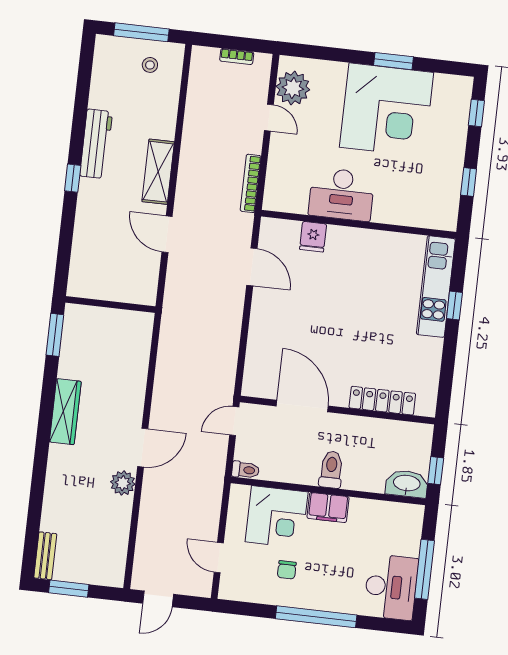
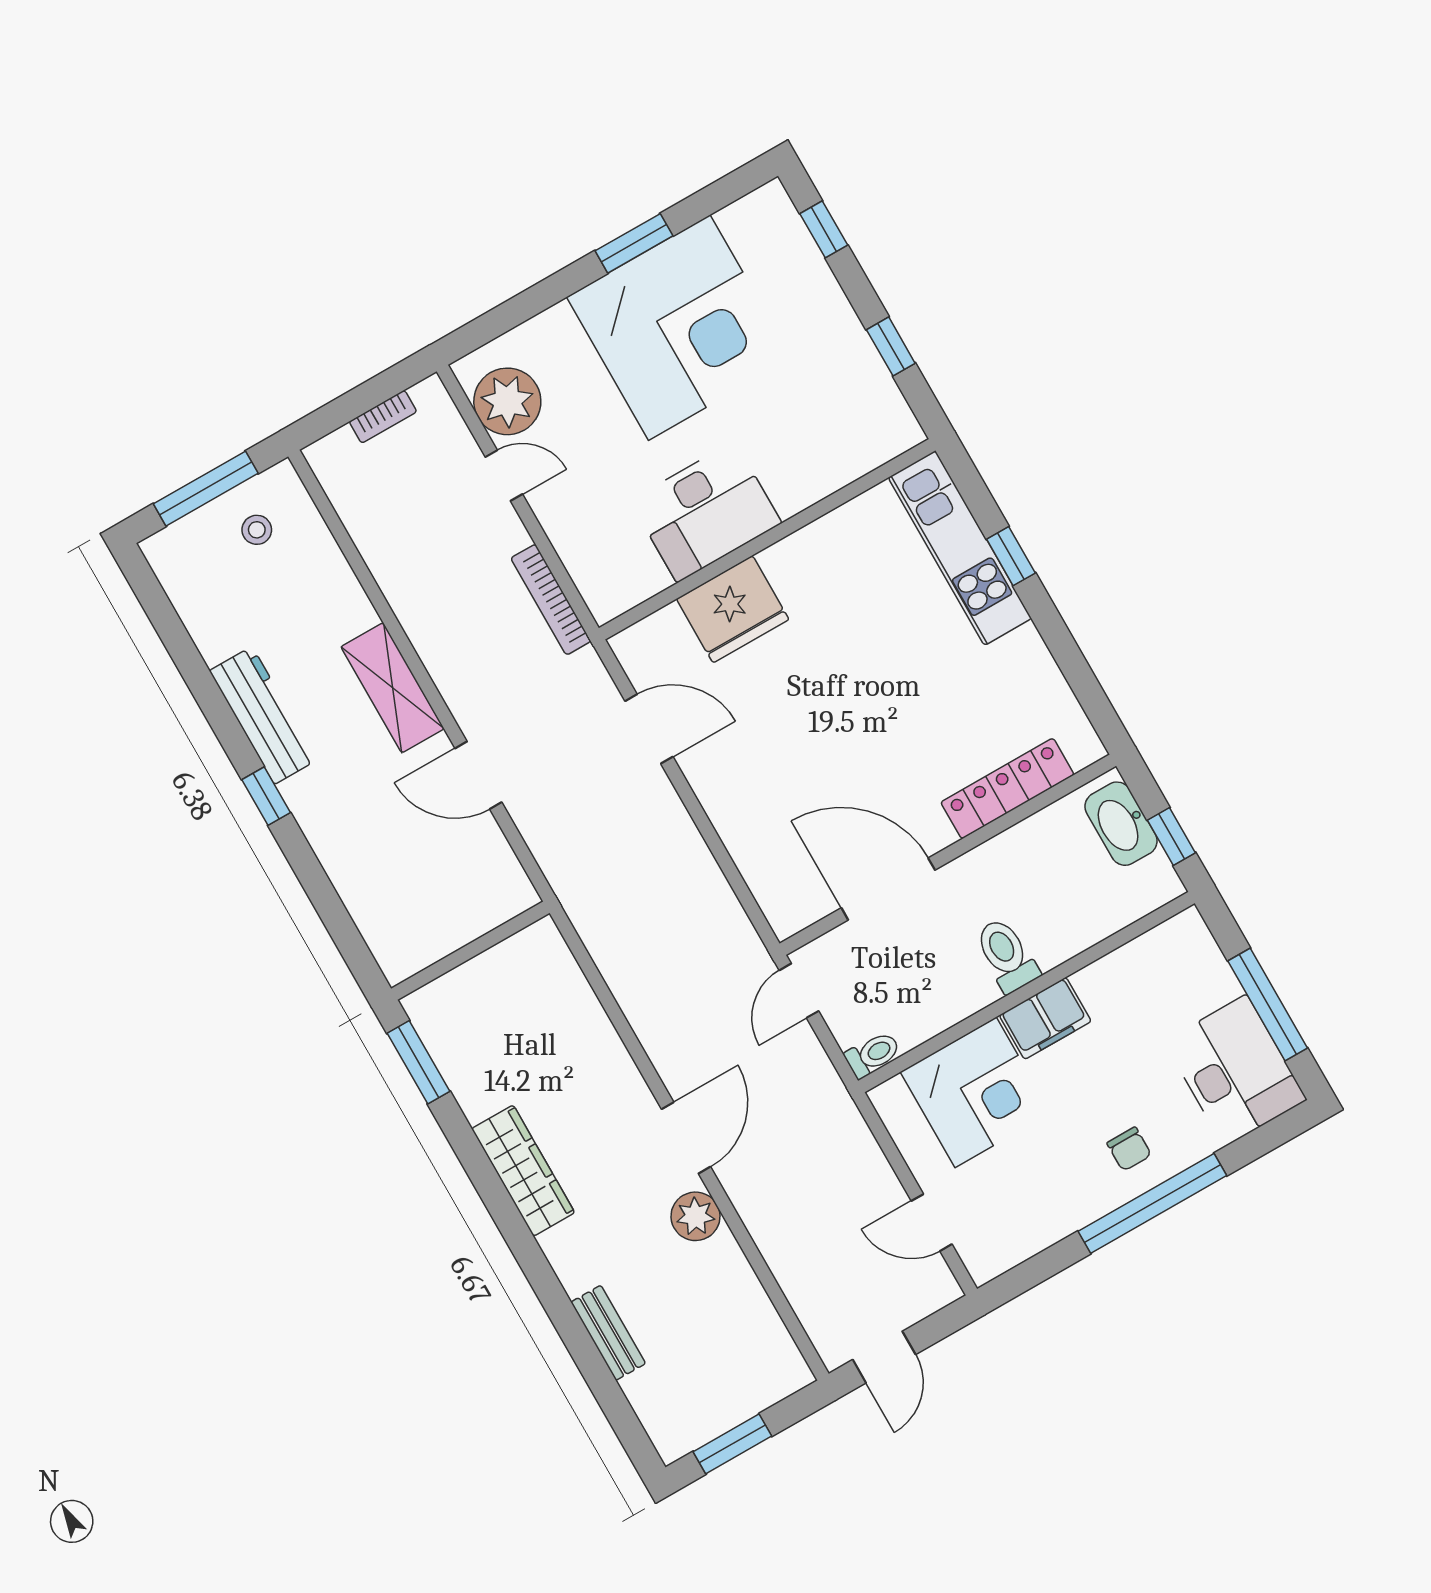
fridge: (313, 237) -> (733, 609), width x1.88, depth x1.34
washbasin: (407, 484) -> (1121, 824), moved, turned -90
bench: (45, 556) -> (608, 1333), moved
chair: (287, 570) -> (1129, 1149), moved

